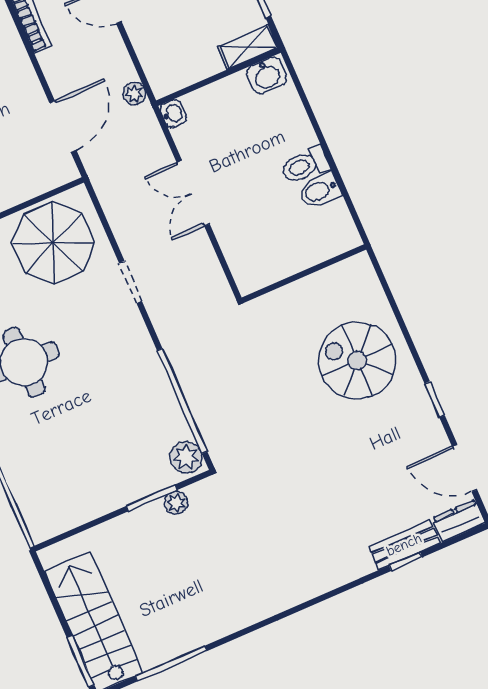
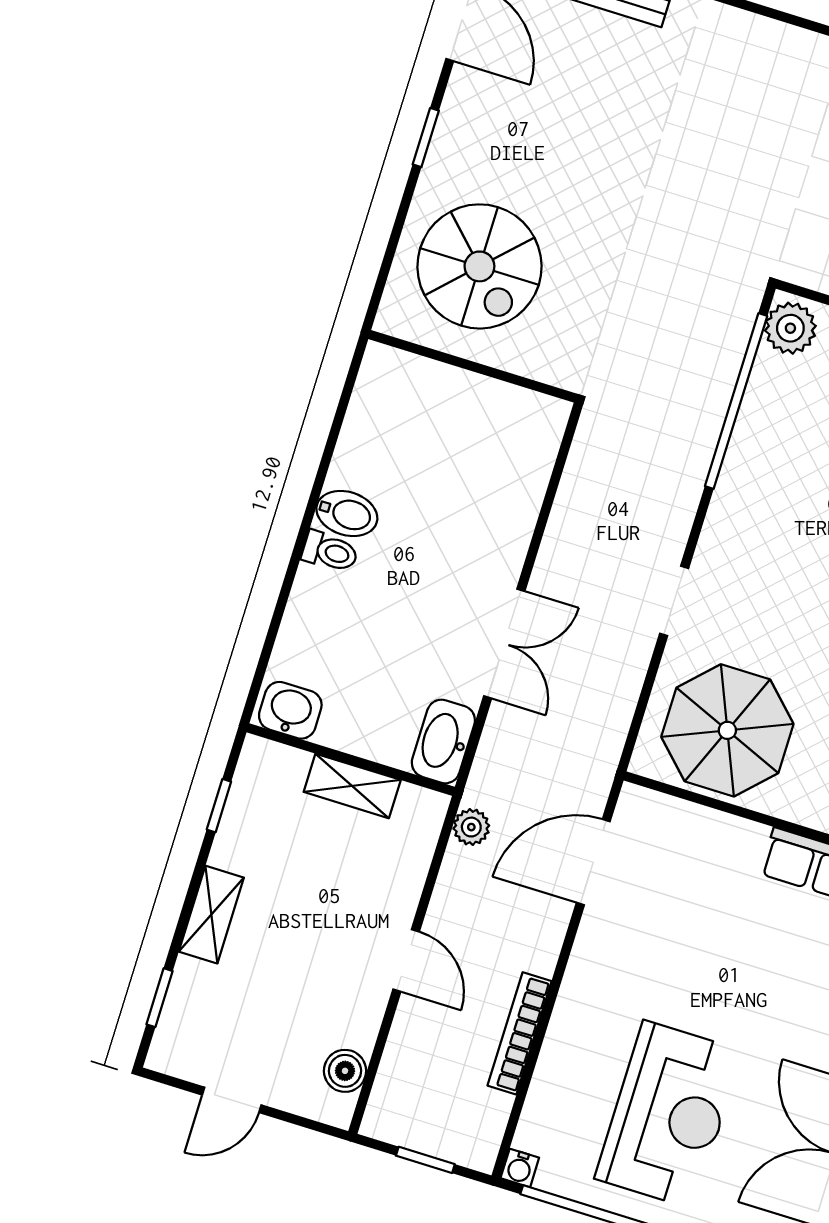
shelving: (248, 47) -> (352, 786), moved
washbasin: (173, 114) -> (443, 741), width x1.91, depth x1.45
toilet: (305, 165) -> (330, 552), width x0.73, depth x0.72
wall: (304, 274) -> (472, 366), moved

